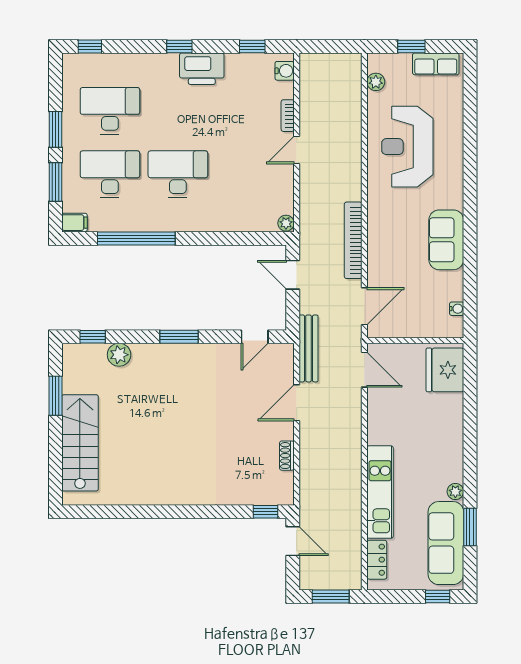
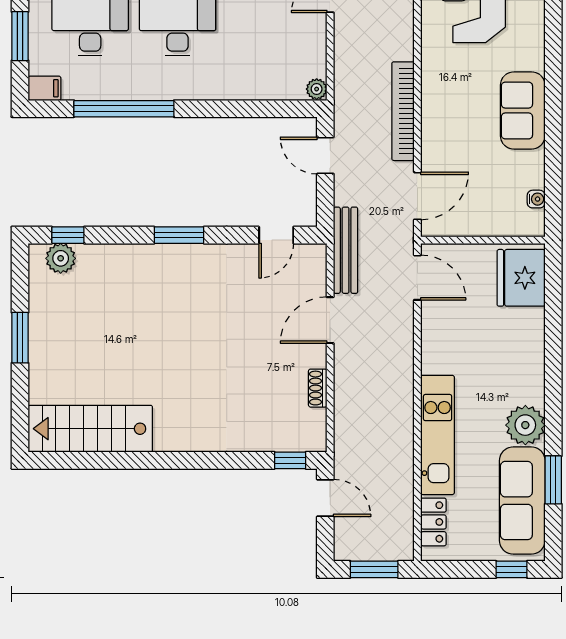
plant: (119, 355) -> (61, 258), moved
window: (55, 396) -> (20, 338), moved
stairs: (80, 443) -> (90, 429), moved, turned -90
plant: (455, 492) -> (525, 425), width x1.88, depth x1.88

